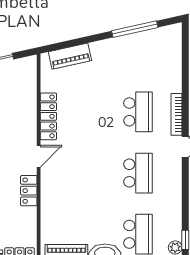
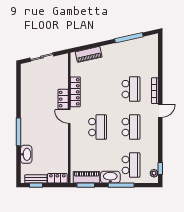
door: (39, 156) -> (69, 117), swing flipped
school desk: (84, 173) -> (98, 127), added
locker: (29, 191) -> (63, 99), moved

